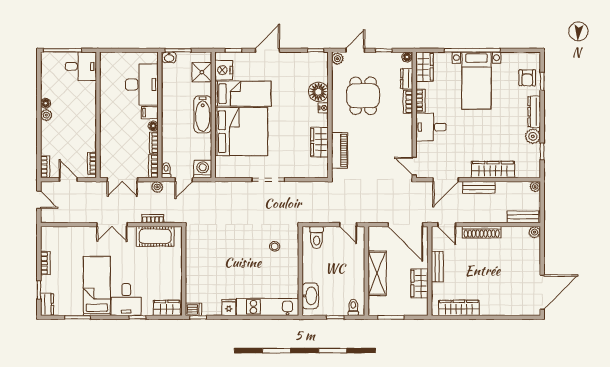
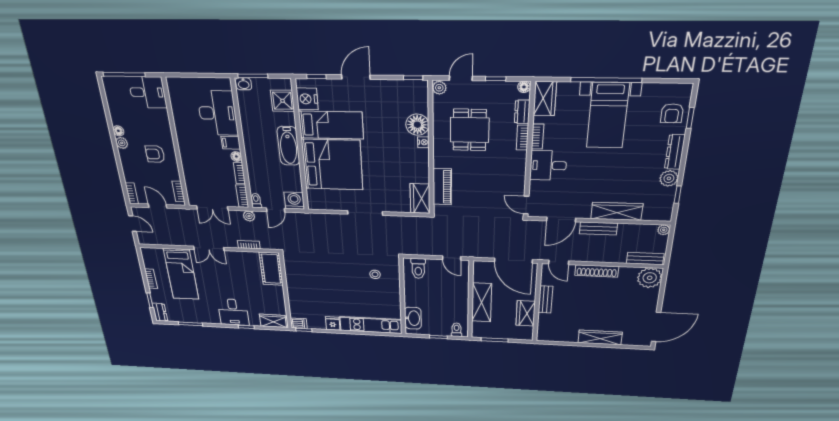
armchair: (76, 125) -> (155, 154), added
wardrobe: (319, 142) -> (420, 199), moved
plant: (535, 232) -> (650, 278), width x1.87, depth x1.87
cot: (155, 236) -> (271, 269), moved, turned 90
bed: (97, 286) -> (181, 274), moved, turned 180
wardrobe: (459, 308) -> (600, 338), moved

